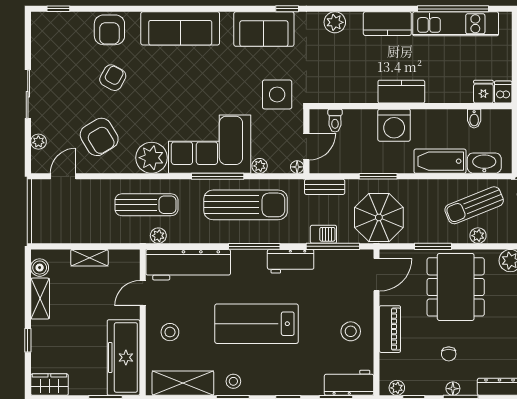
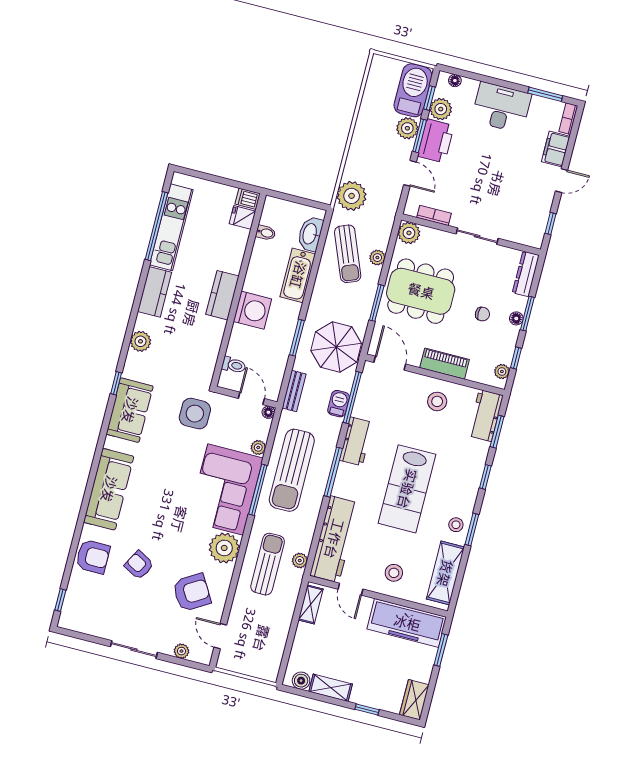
sun lounger: (246, 205) -> (292, 470), turned 180
shelving: (89, 258) -> (311, 604), moved

